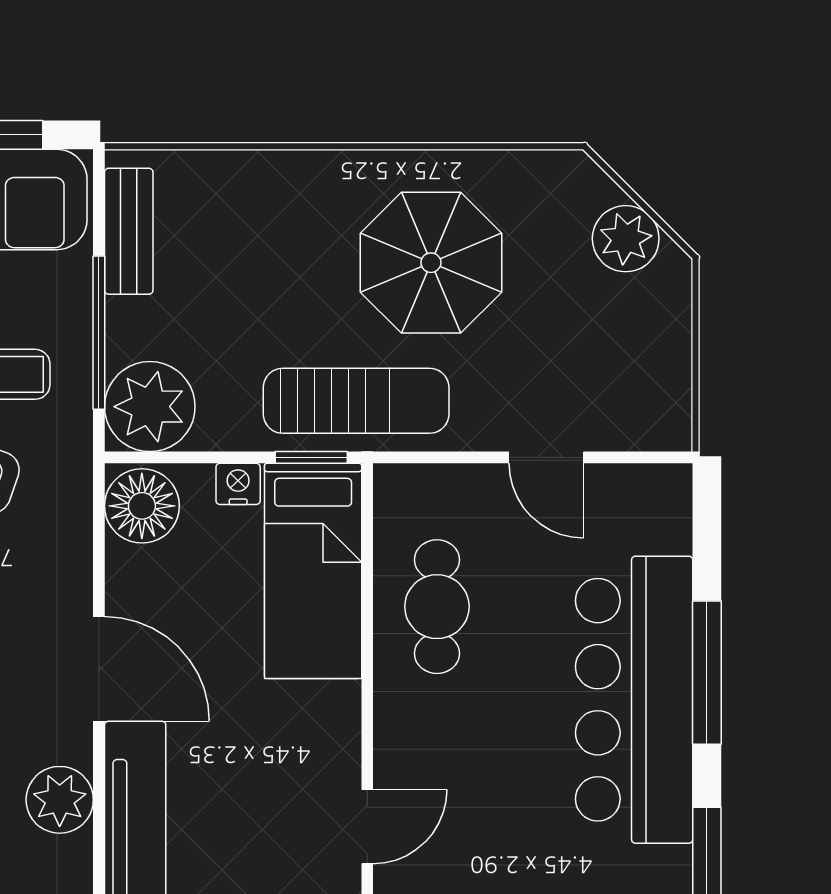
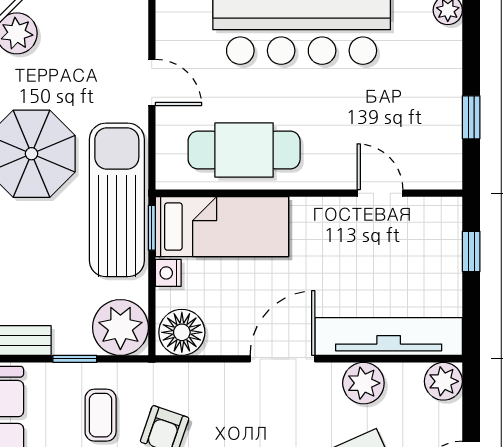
window: (99, 333) -> (75, 359), width x0.46
sun lounger: (356, 401) -> (117, 200), width x1.36, depth x1.34
door: (546, 457) -> (152, 82), hinge flipped
cafe table: (437, 607) -> (244, 150), width x1.37, depth x1.35

